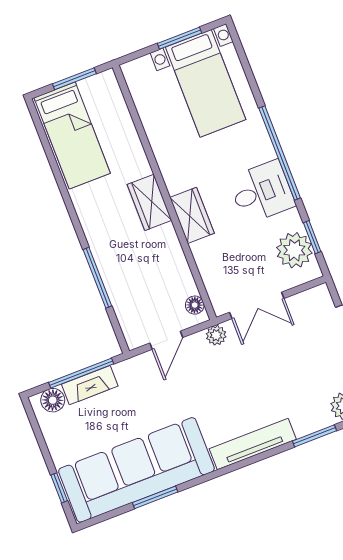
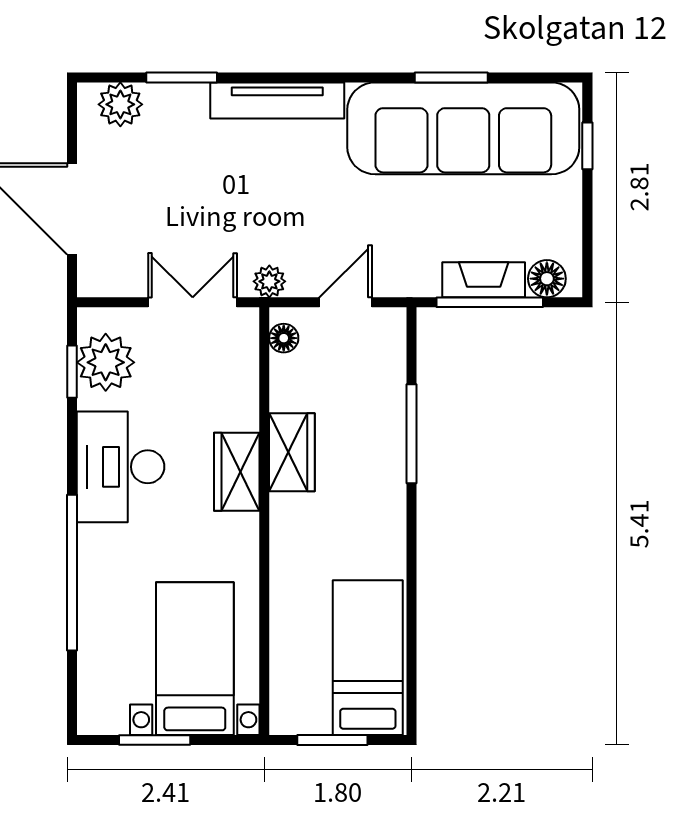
bed with nightstands: (206, 83) -> (195, 659), moved
window: (280, 153) -> (72, 573), moved
desk: (262, 192) -> (121, 467), width x1.37
wardrobe: (149, 202) -> (292, 452), moved

